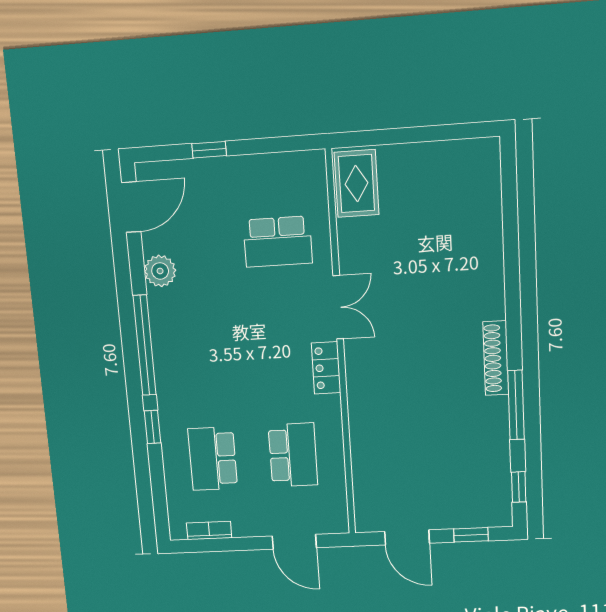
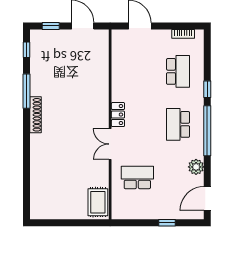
school desk: (293, 455) -> (178, 124), moved

